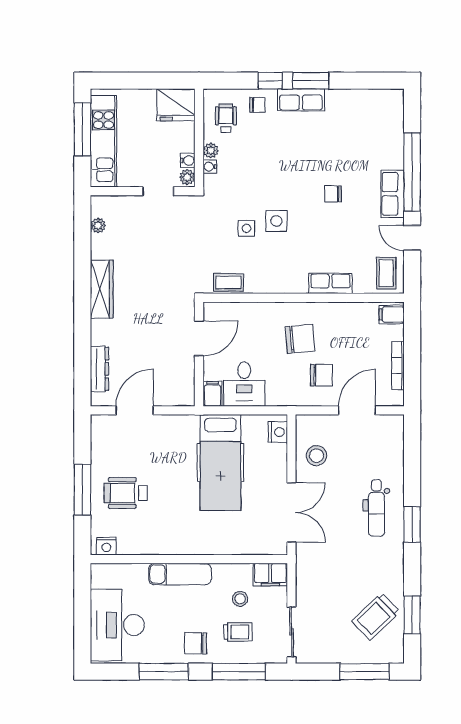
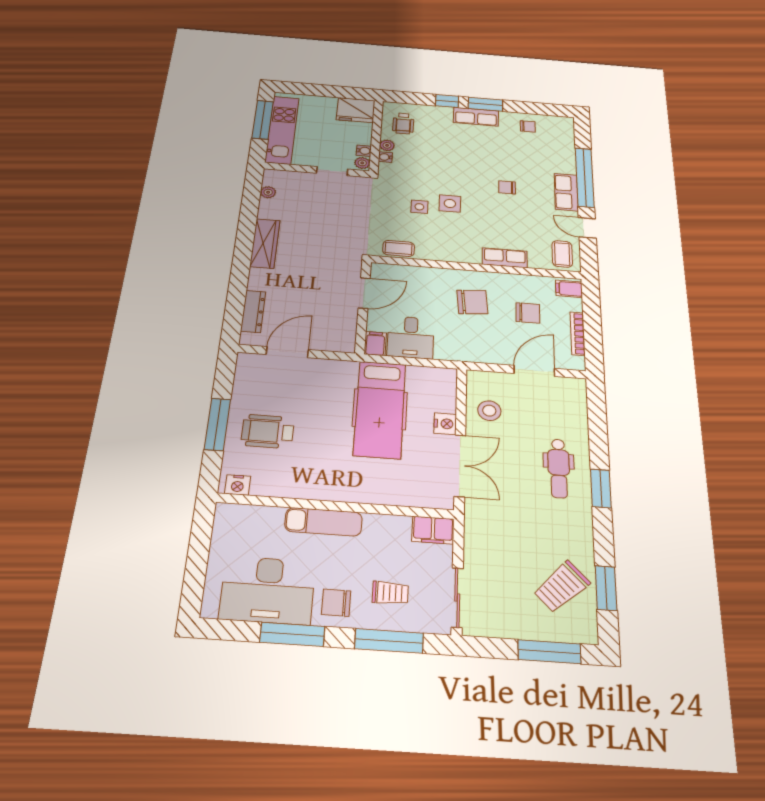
chair: (257, 105) -> (528, 126), moved
wheelchair: (226, 118) -> (403, 123), turned 180
chair: (321, 375) -> (528, 313), moved
nightstand: (278, 432) -> (445, 424), moved
stool: (240, 599) -> (395, 555), removed
desk: (117, 625) -> (268, 590), moved, turned -90

